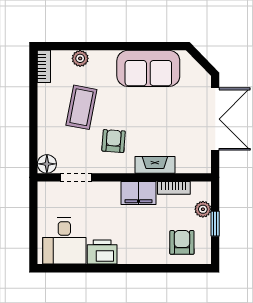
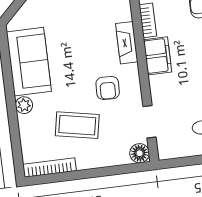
plant: (80, 58) -> (24, 105), moved
bookcase: (44, 66) -> (50, 167), width x1.56
armchair: (114, 141) -> (108, 88), turned -92

